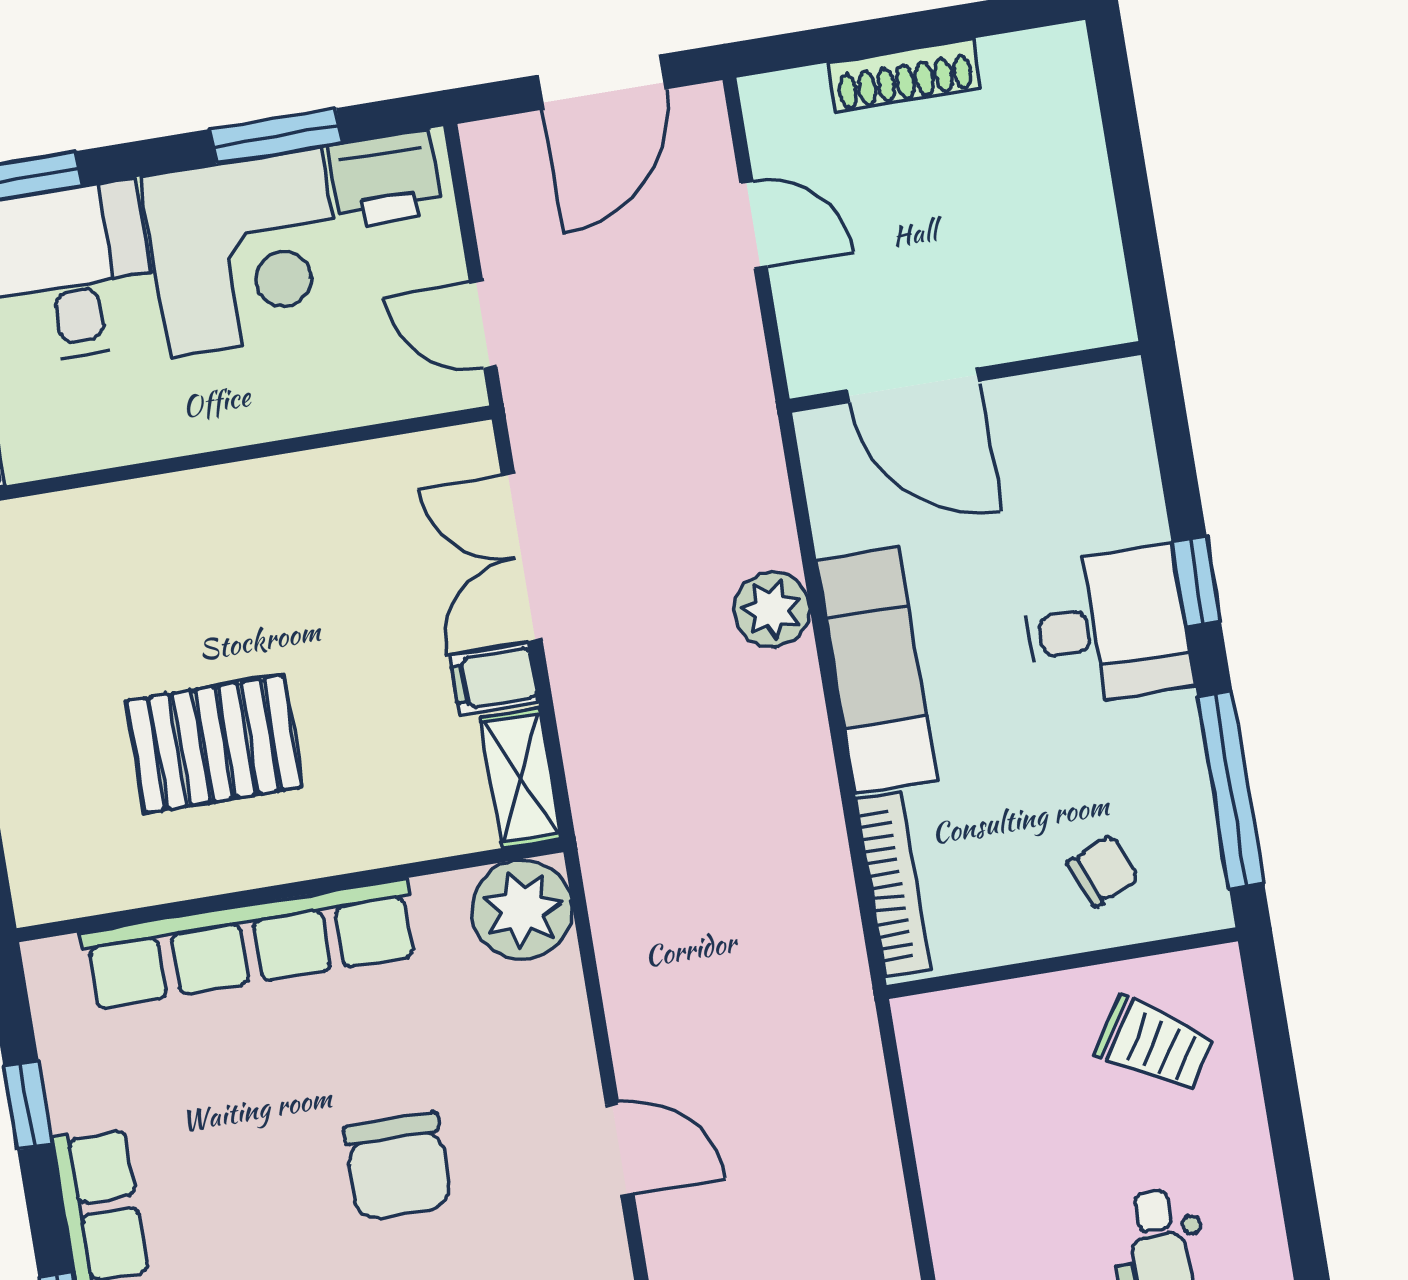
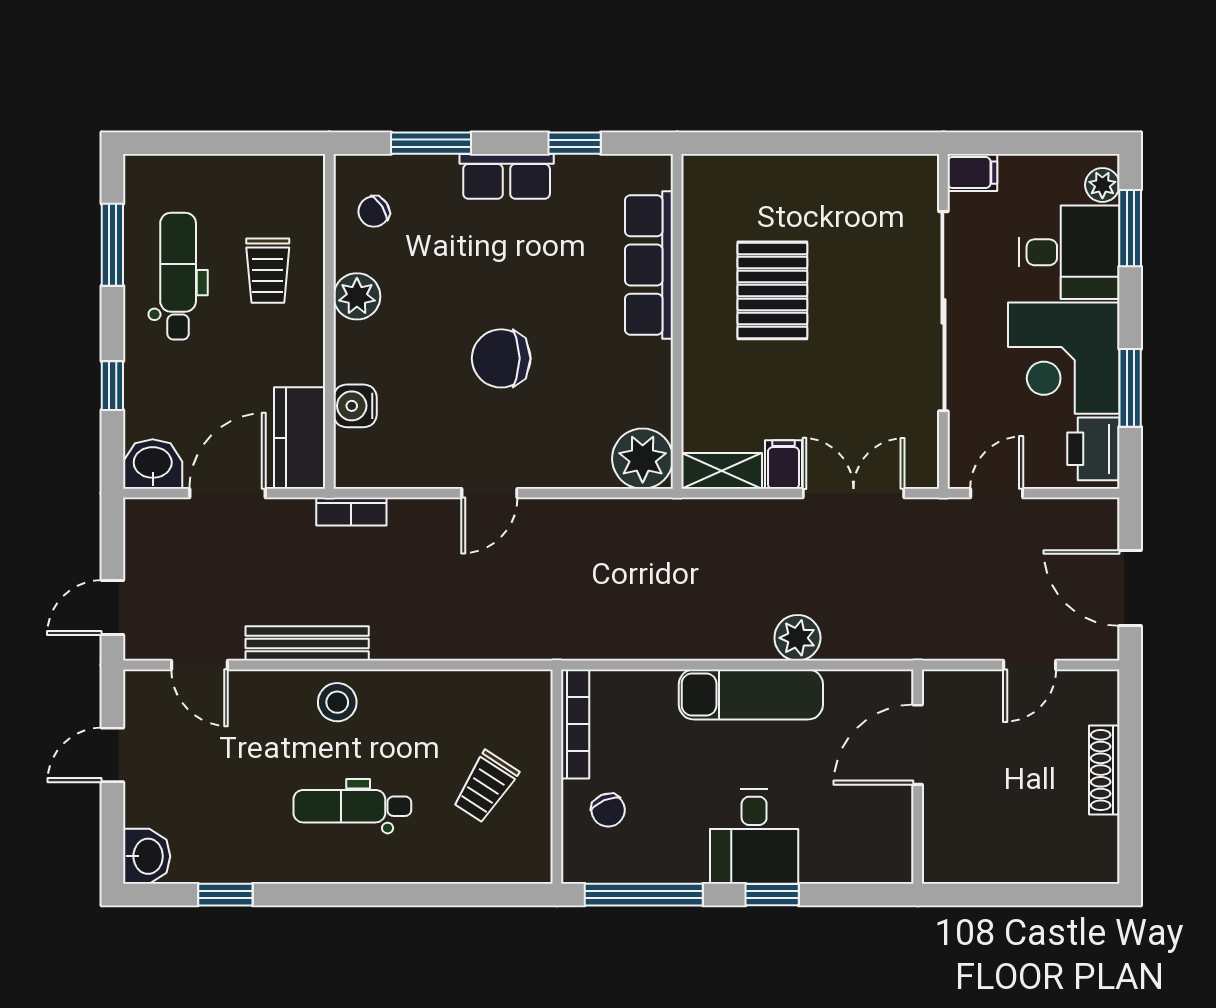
sliding door: (202, 460) -> (943, 311), added
bookcase: (893, 884) -> (575, 724), moved, turned -90
row of seats: (250, 944) -> (649, 265), width x0.73
trolley: (1154, 1044) -> (485, 787), moved

